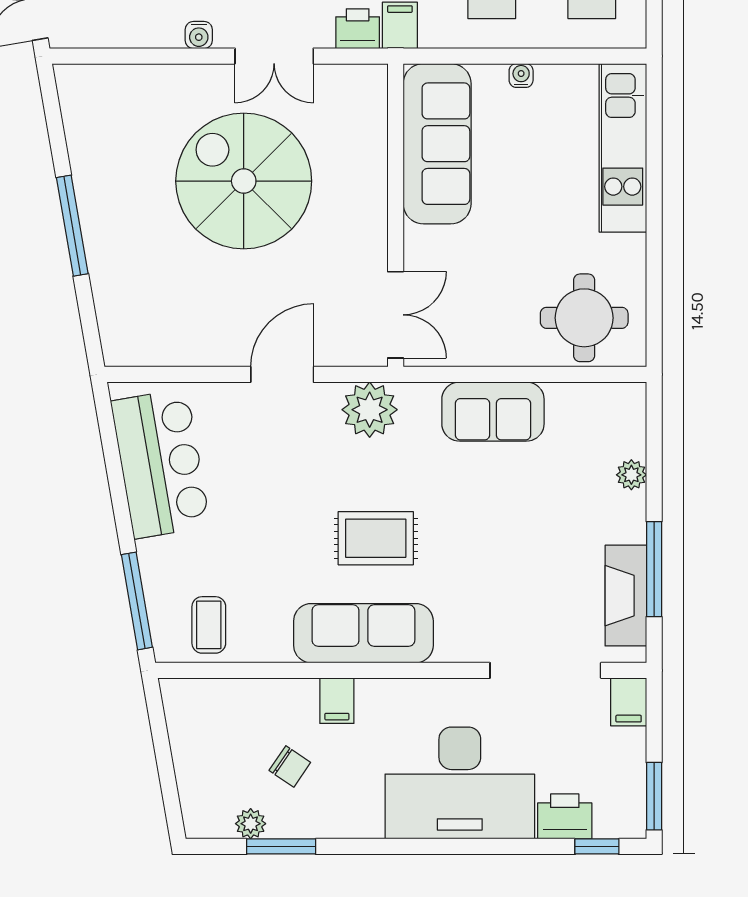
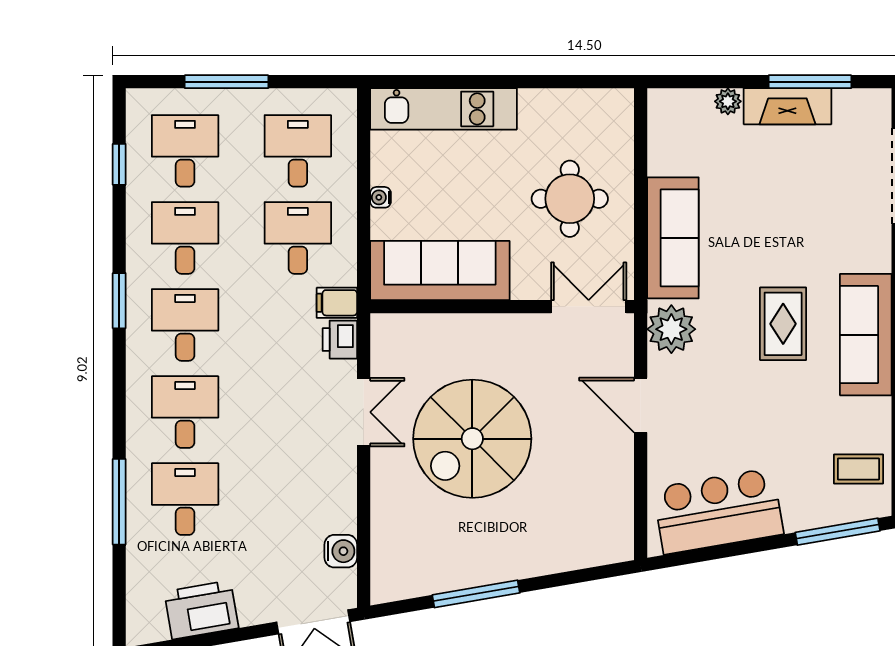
water cooler: (199, 35) -> (341, 551), moved, width x1.38, depth x1.38
window: (72, 226) -> (476, 594), moved
round table: (584, 318) -> (570, 199), moved
sofa: (493, 412) -> (673, 238), width x1.36
fireplace: (626, 596) -> (787, 106), moved

